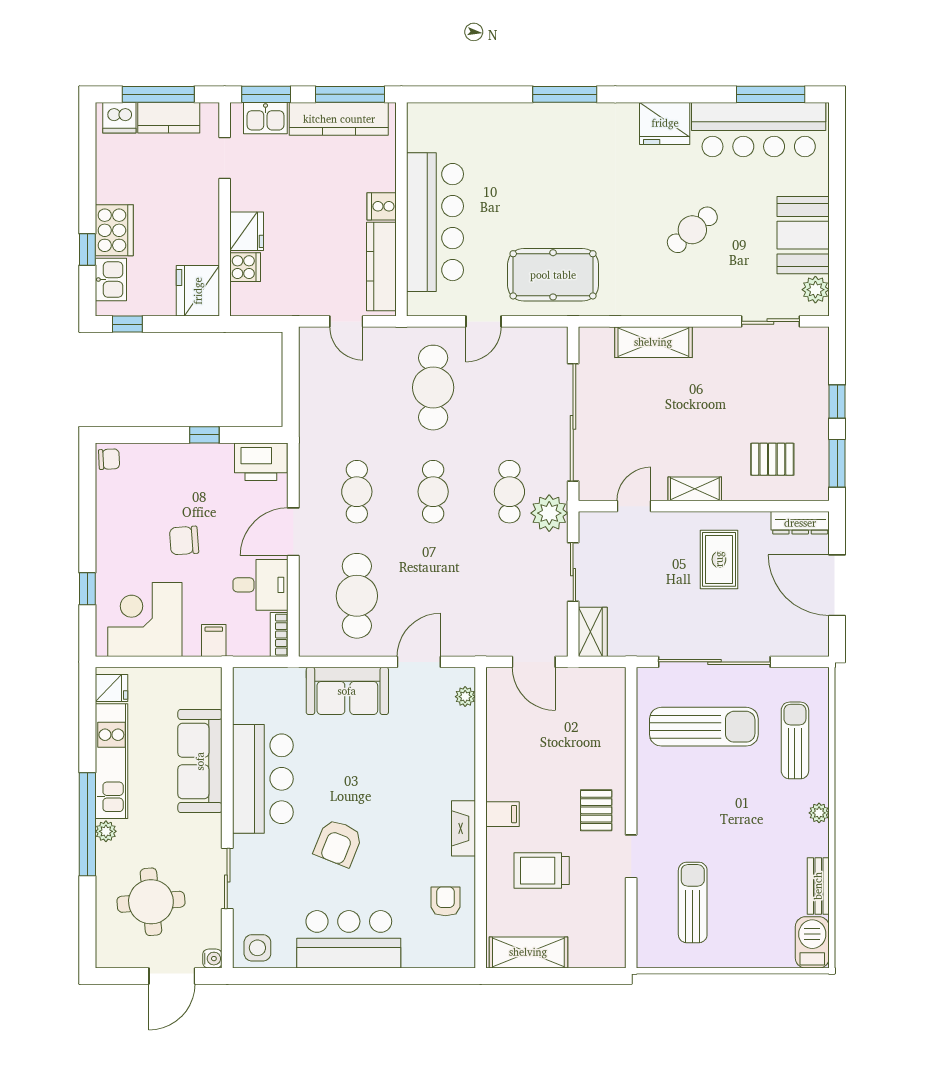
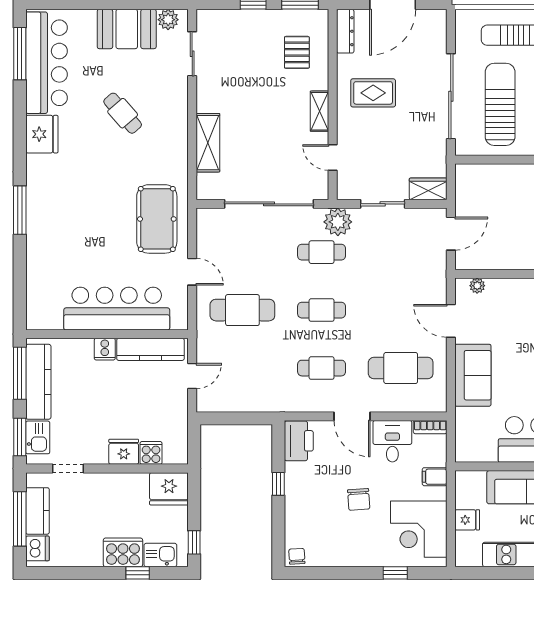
fridge: (111, 688) -> (467, 520), moved, turned 90

